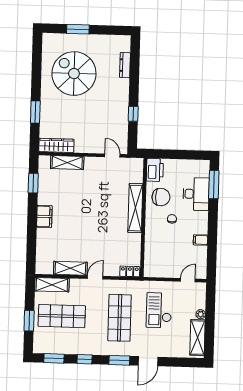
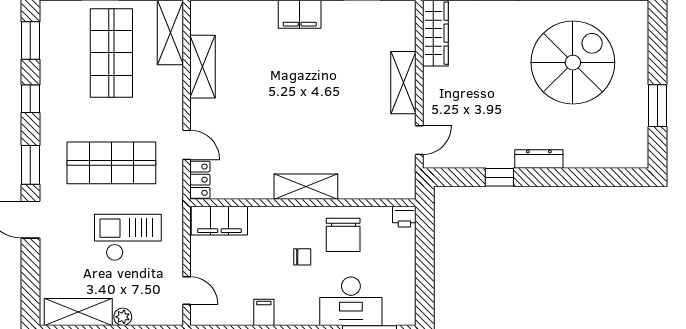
window: (78, 29) -> (657, 106), moved
dresser: (125, 65) -> (539, 159), moved
shelving: (67, 162) -> (403, 83), moved
printer: (155, 170) -> (404, 217), width x0.53, depth x0.68
shelving: (135, 208) -> (306, 187), width x0.68
filing cabinet: (152, 262) -> (219, 221), added
door: (95, 277) -> (187, 145), moved

